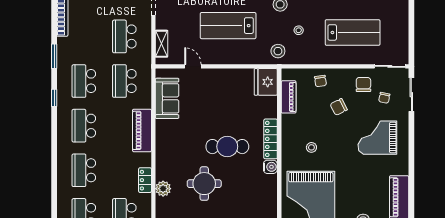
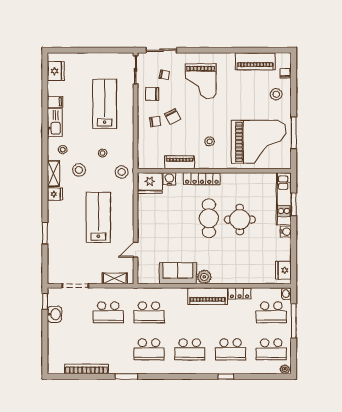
lab bench: (228, 26) -> (98, 218), turned 180
chair: (320, 81) -> (155, 121), moved
piano: (289, 97) -> (180, 162), moved
window: (54, 98) -> (226, 376), moved
sofa: (167, 98) -> (178, 273), moved
piano: (142, 130) -> (208, 296), moved
water cooler: (270, 167) -> (169, 179), moved
round table: (204, 184) -> (240, 220), moved
plant: (163, 189) -> (204, 277), moved

